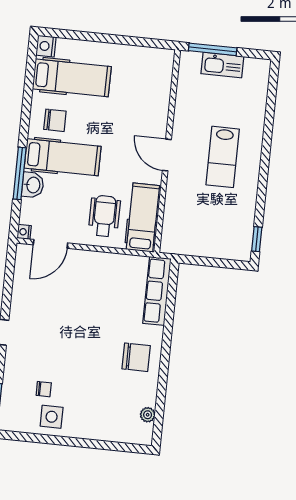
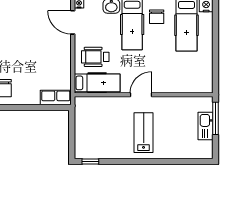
lab bench: (223, 157) -> (144, 133), turned 90
wheelchair: (104, 216) -> (95, 57), turned 180
row of seats: (157, 291) -> (56, 98), width x0.68

